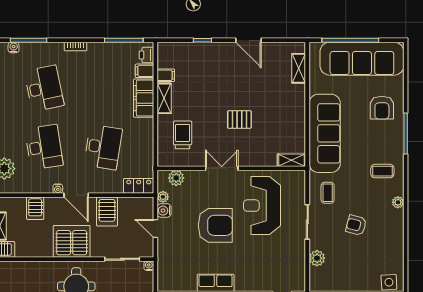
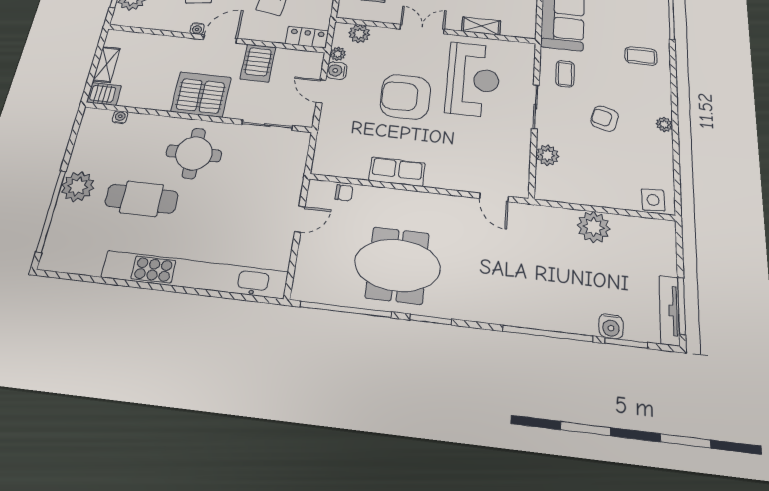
shelving: (291, 160) -> (481, 26), moved
door: (76, 195) -> (220, 39), swing flipped
plant: (398, 202) -> (664, 124), moved
reception desk: (262, 206) -> (473, 79), turned 180
server rack: (35, 208) -> (161, 48), removed
armchair: (215, 225) -> (405, 97), turned 180
water cooler: (149, 266) -> (120, 117), moved

